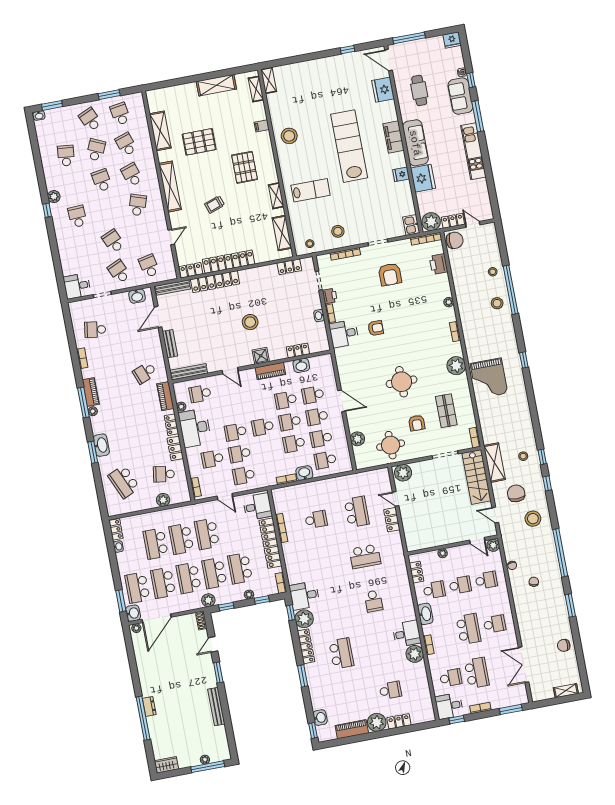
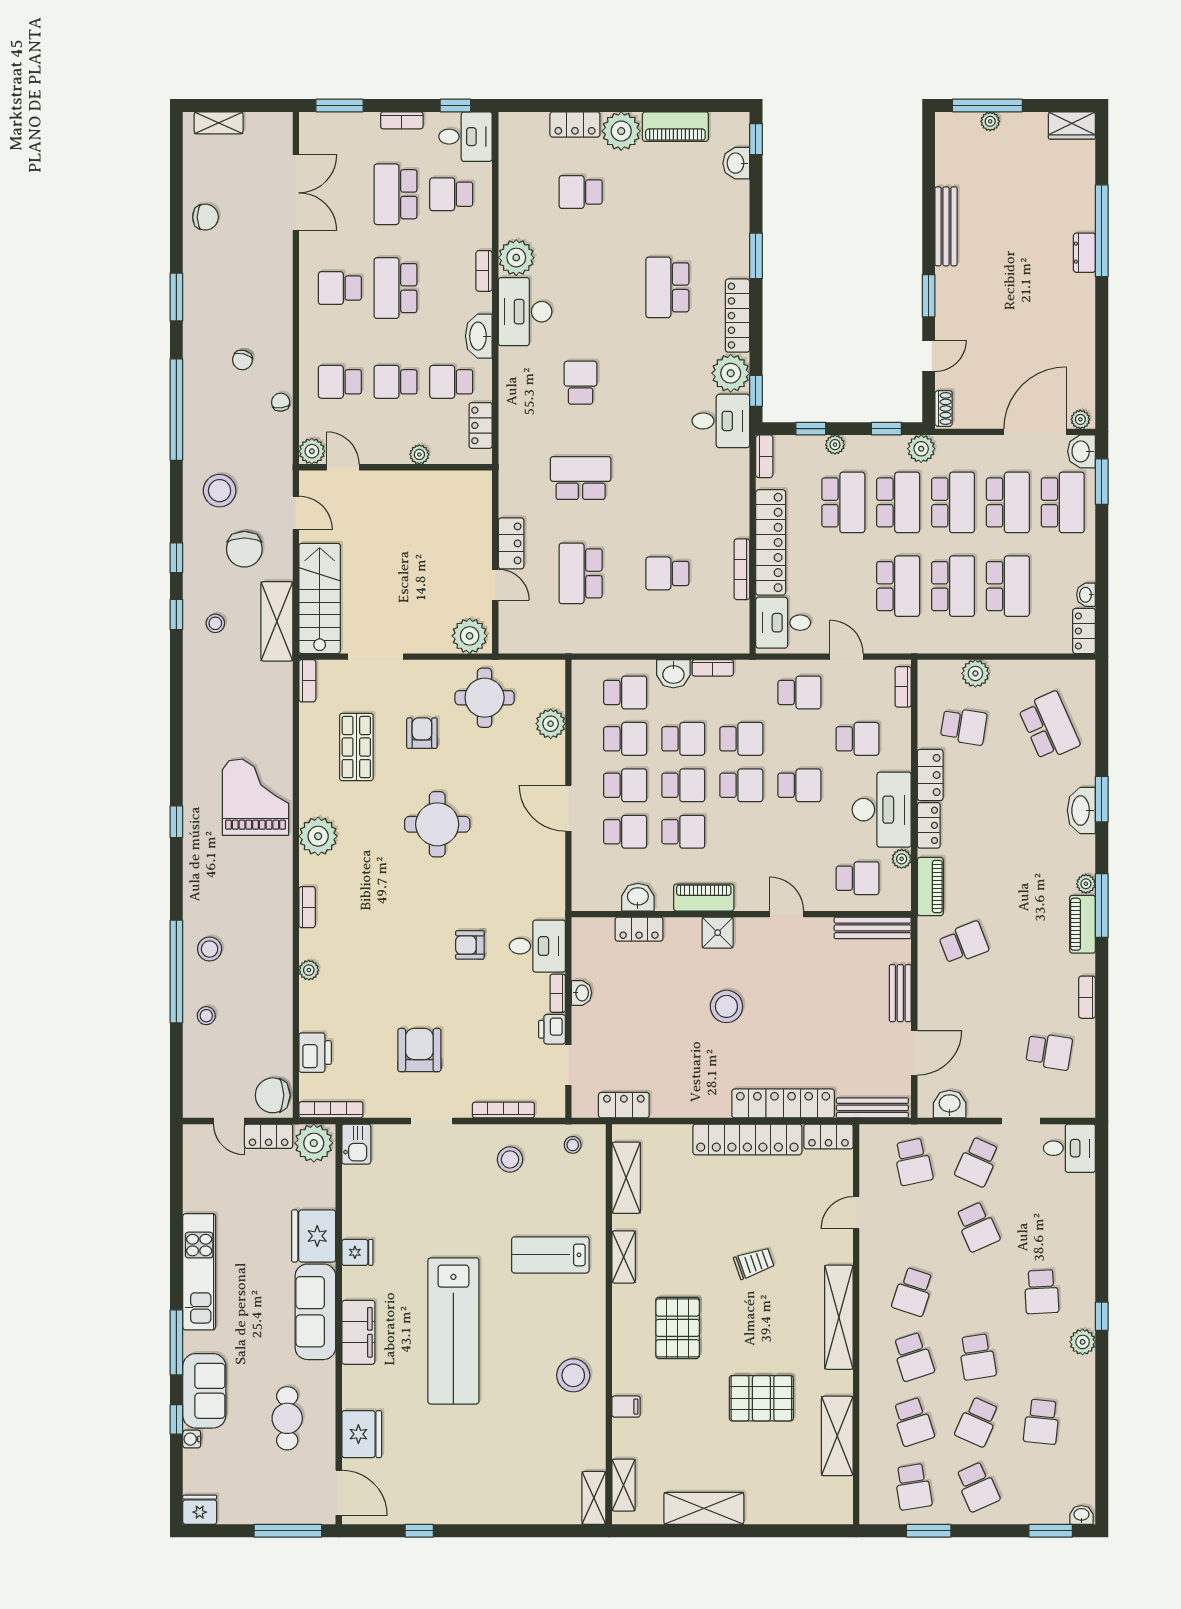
school desk: (119, 272) -> (977, 1162), turned 48
school desk: (240, 454) -> (741, 739), moved
desk: (407, 634) -> (525, 312), width x1.37

